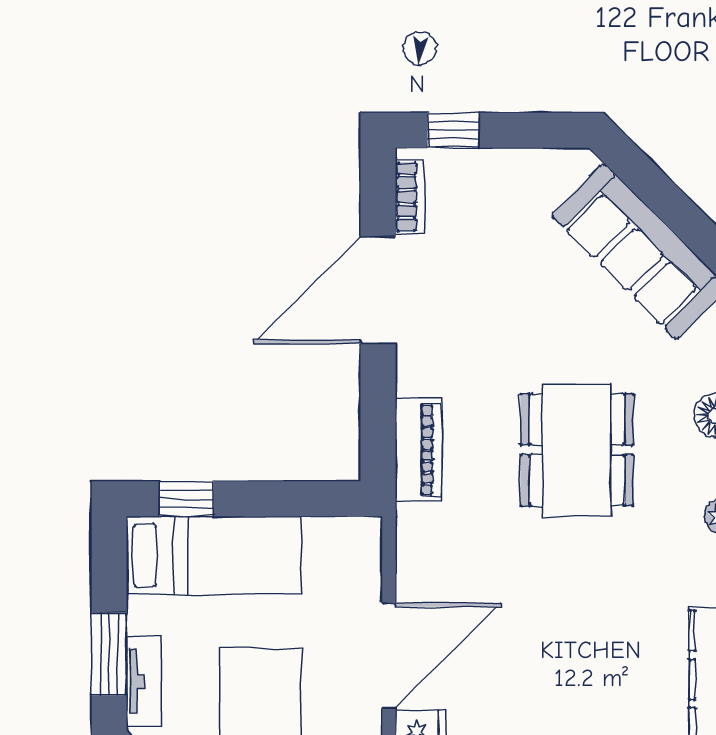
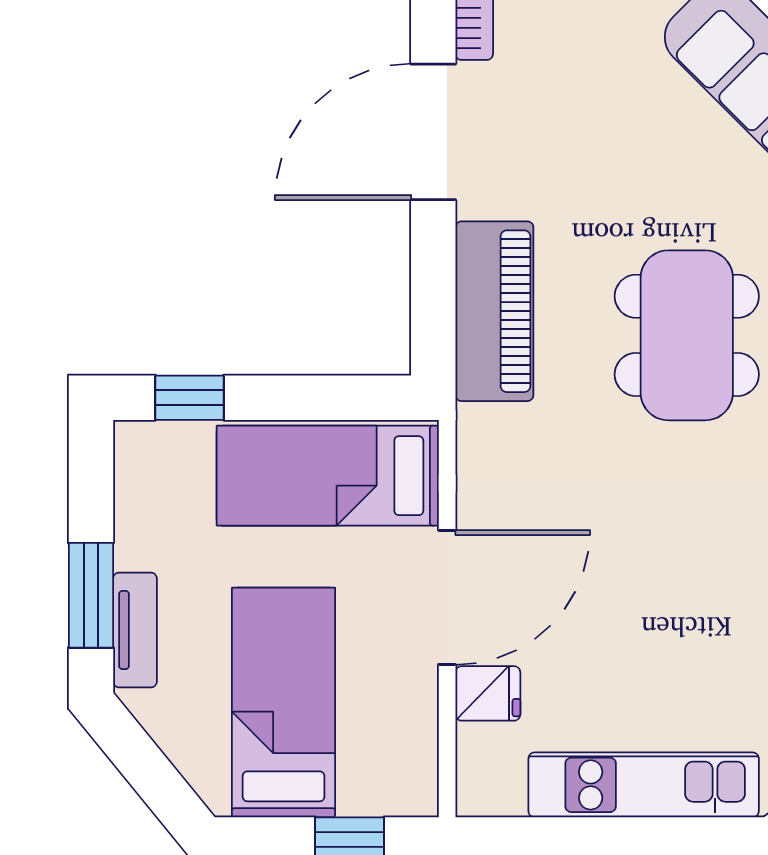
piano: (418, 450) -> (494, 311), width x1.37, depth x1.33
bed: (214, 555) -> (328, 476), moved, turned 180

